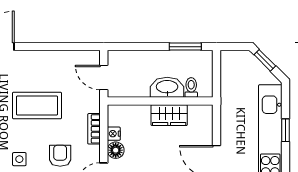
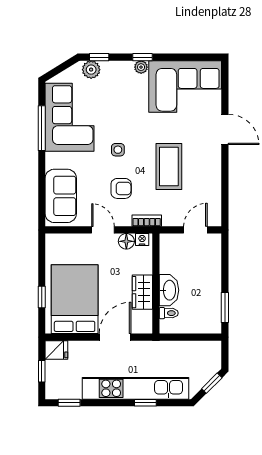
washbasin: (167, 87) -> (169, 290), moved
toilet: (191, 87) -> (169, 313), moved
wall: (160, 101) -> (156, 284), moved
wardrobe: (169, 115) -> (142, 292), moved

